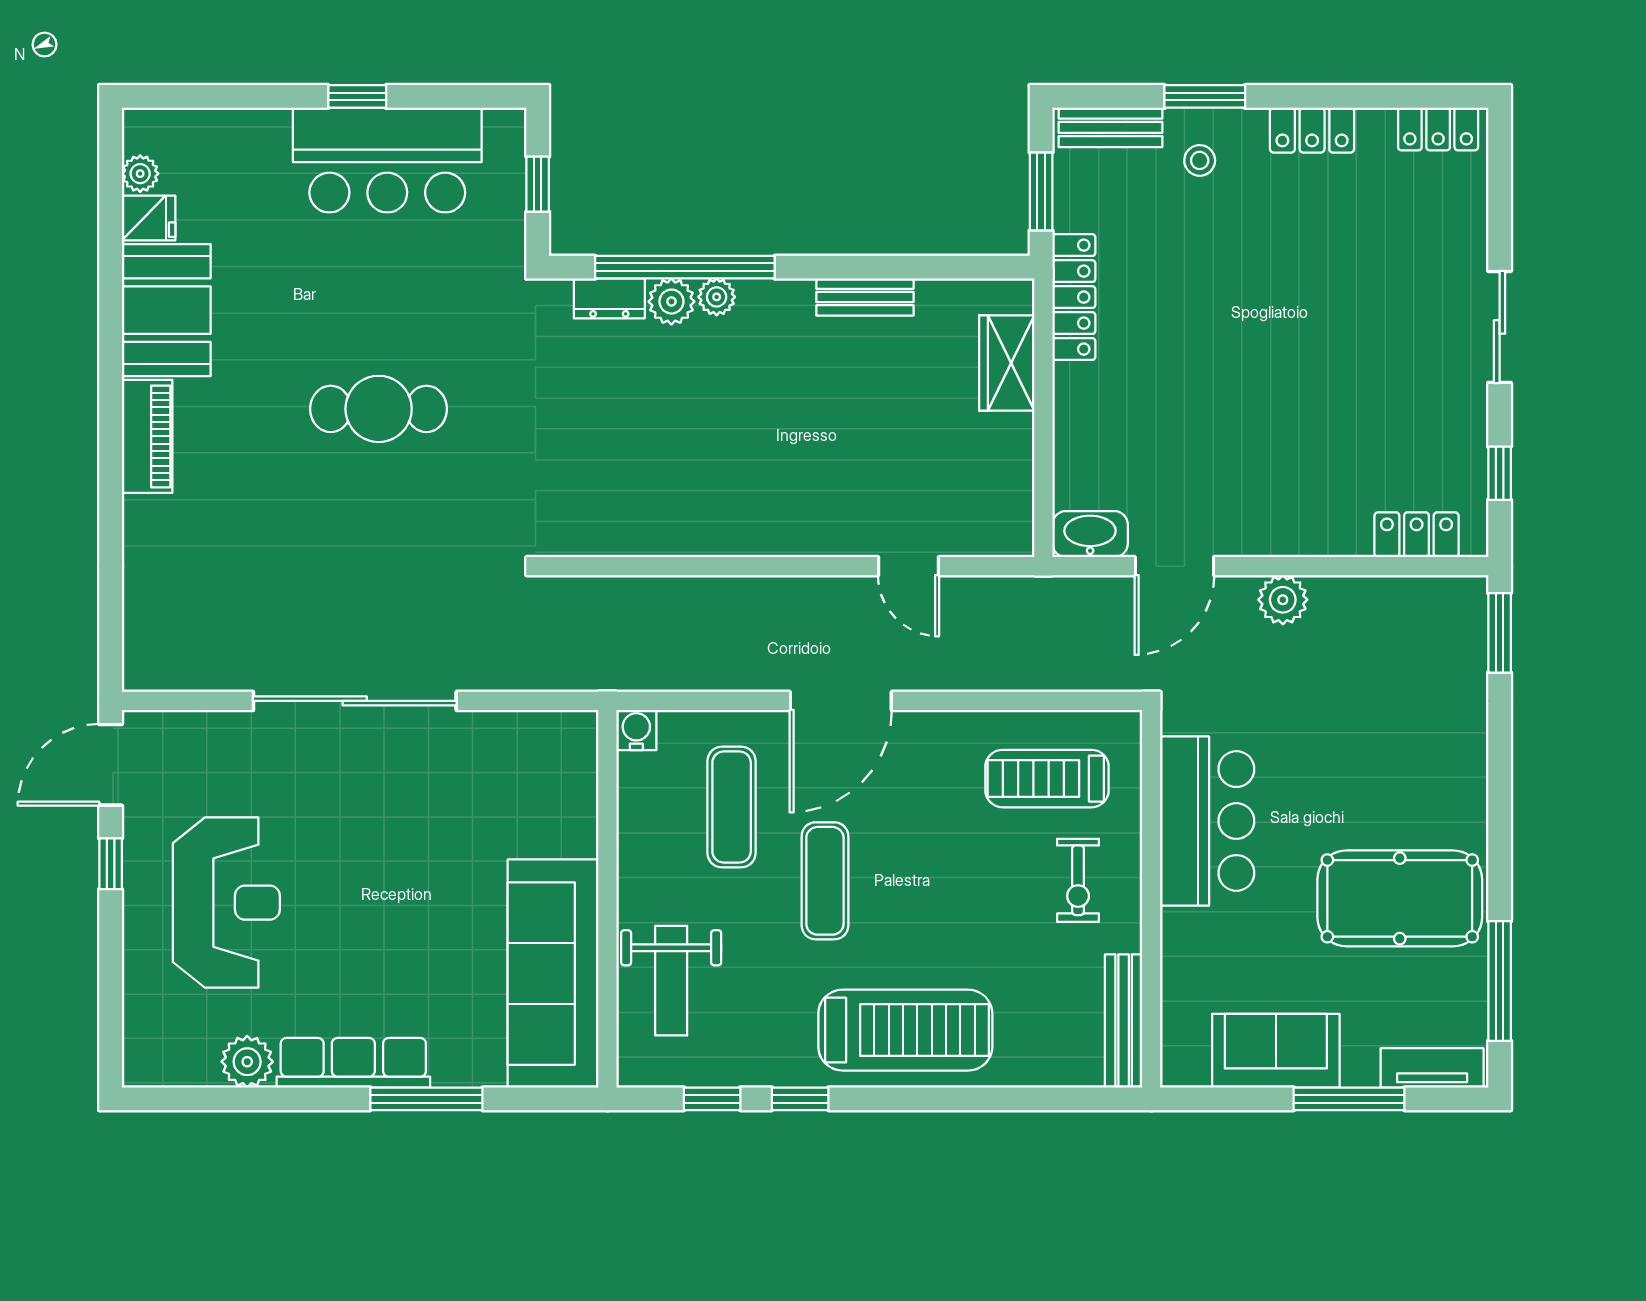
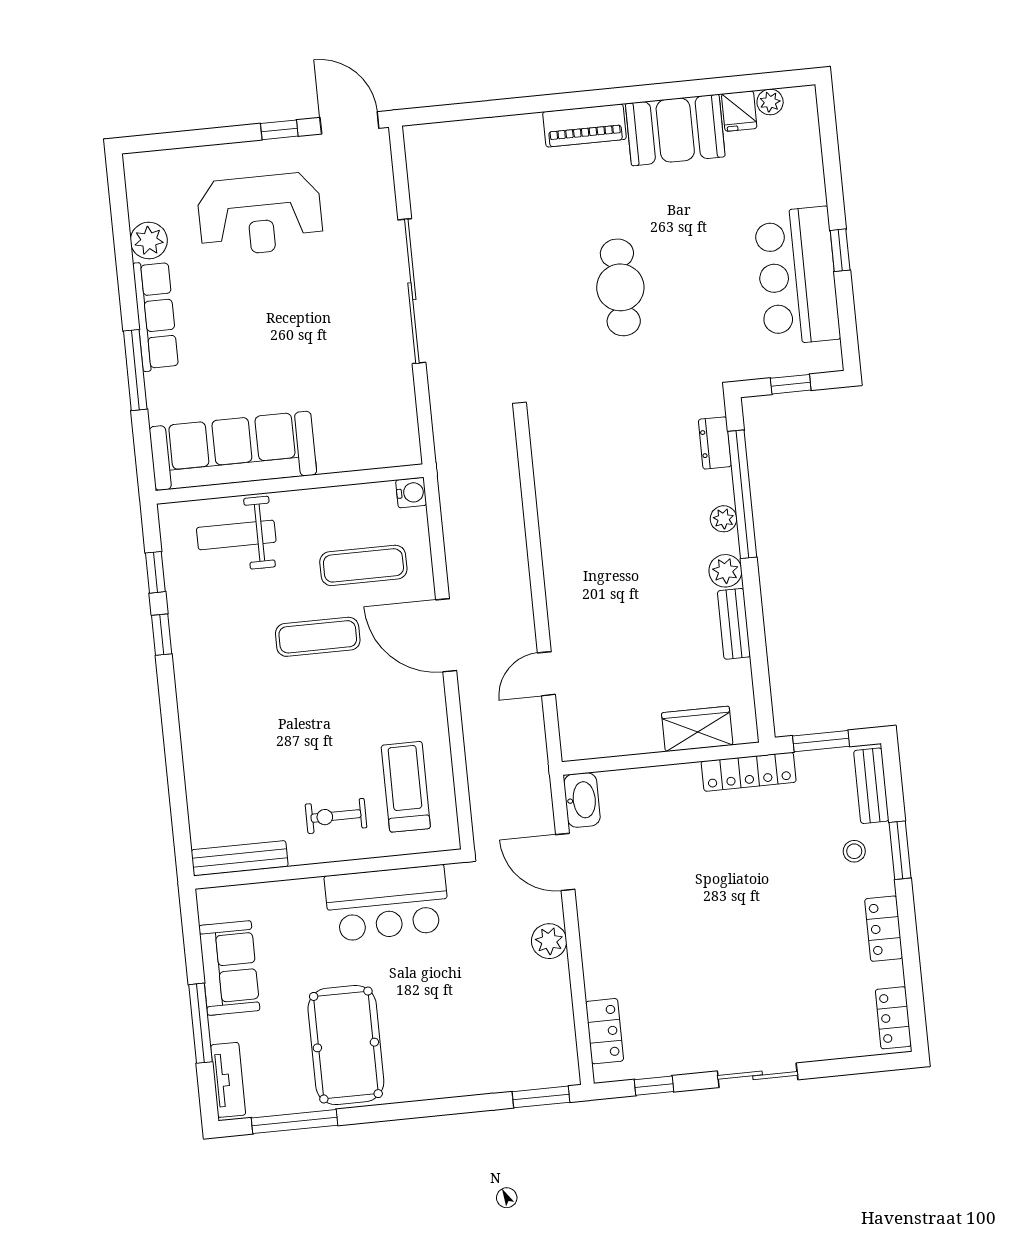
plant: (671, 302) -> (725, 571), moved
treadmill: (905, 1030) -> (218, 704), removed

